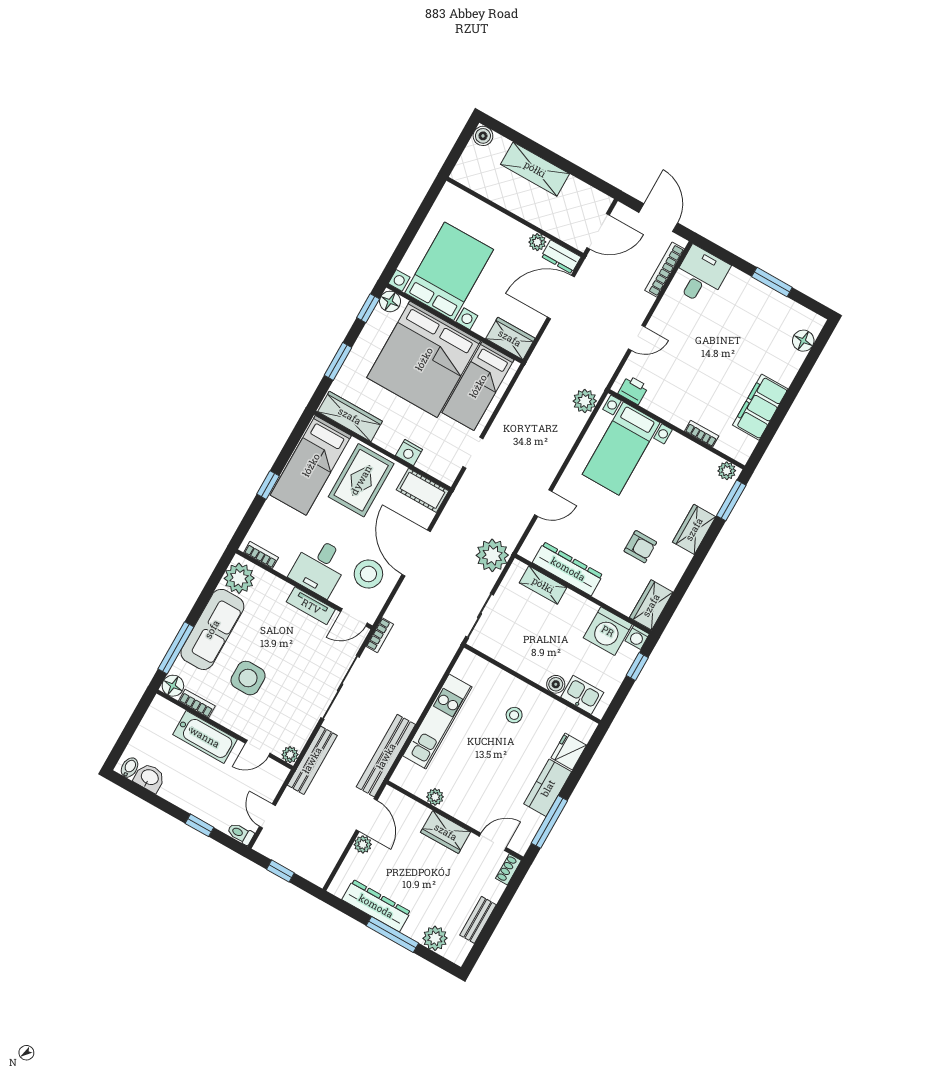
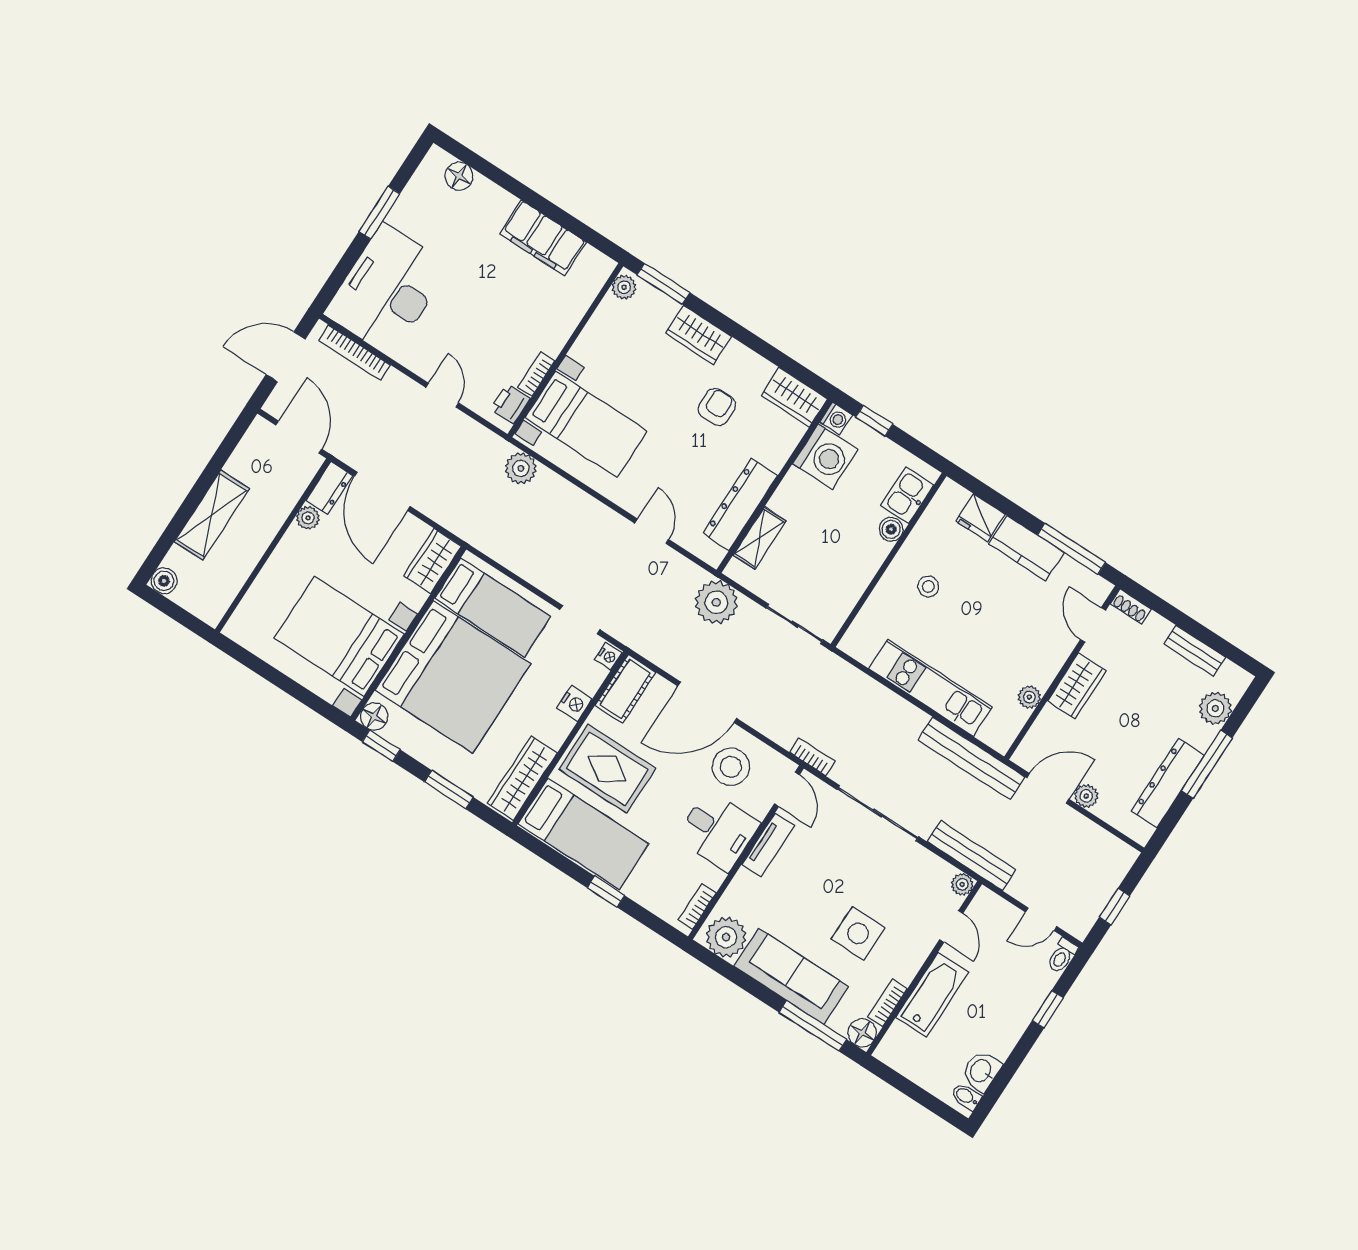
desk: (700, 275) -> (387, 290), width x1.87, depth x1.30
bookcase: (702, 434) -> (536, 374), moved
nightstand: (446, 476) -> (608, 656), added

